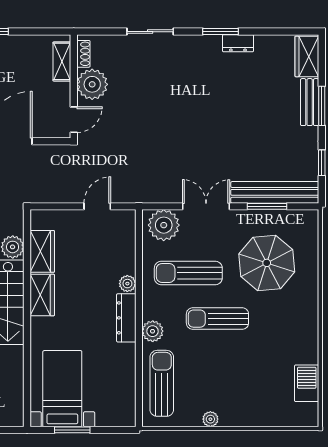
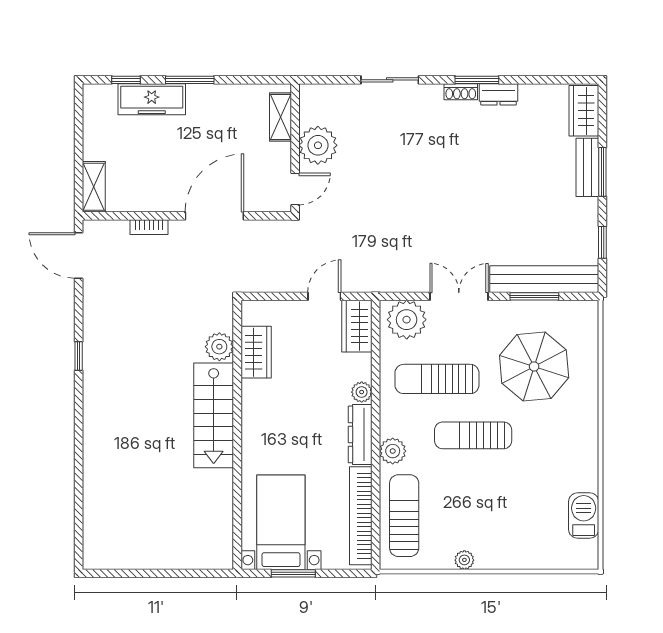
shoe rack: (83, 54) -> (461, 92), moved, turned 90
wardrobe: (42, 295) -> (357, 326), moved, turned 180
bookcase: (127, 383) -> (361, 516), added

